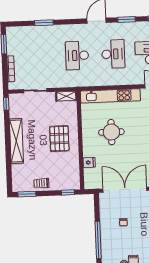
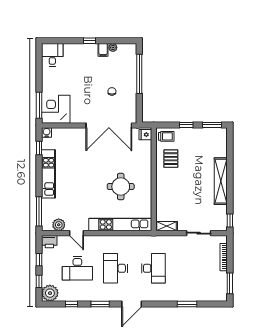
pallet: (59, 139) -> (171, 159), moved, width x0.67, depth x0.71
fridge: (89, 162) -> (145, 135), moved
trolley: (41, 183) -> (166, 136), moved
window: (68, 192) -> (186, 125), moved

